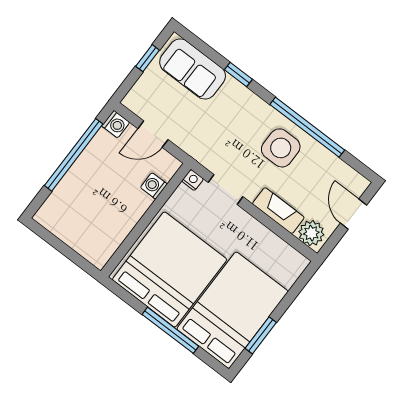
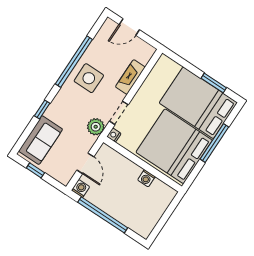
washing machine: (154, 186) -> (146, 178), moved
plant: (311, 233) -> (96, 127), moved

